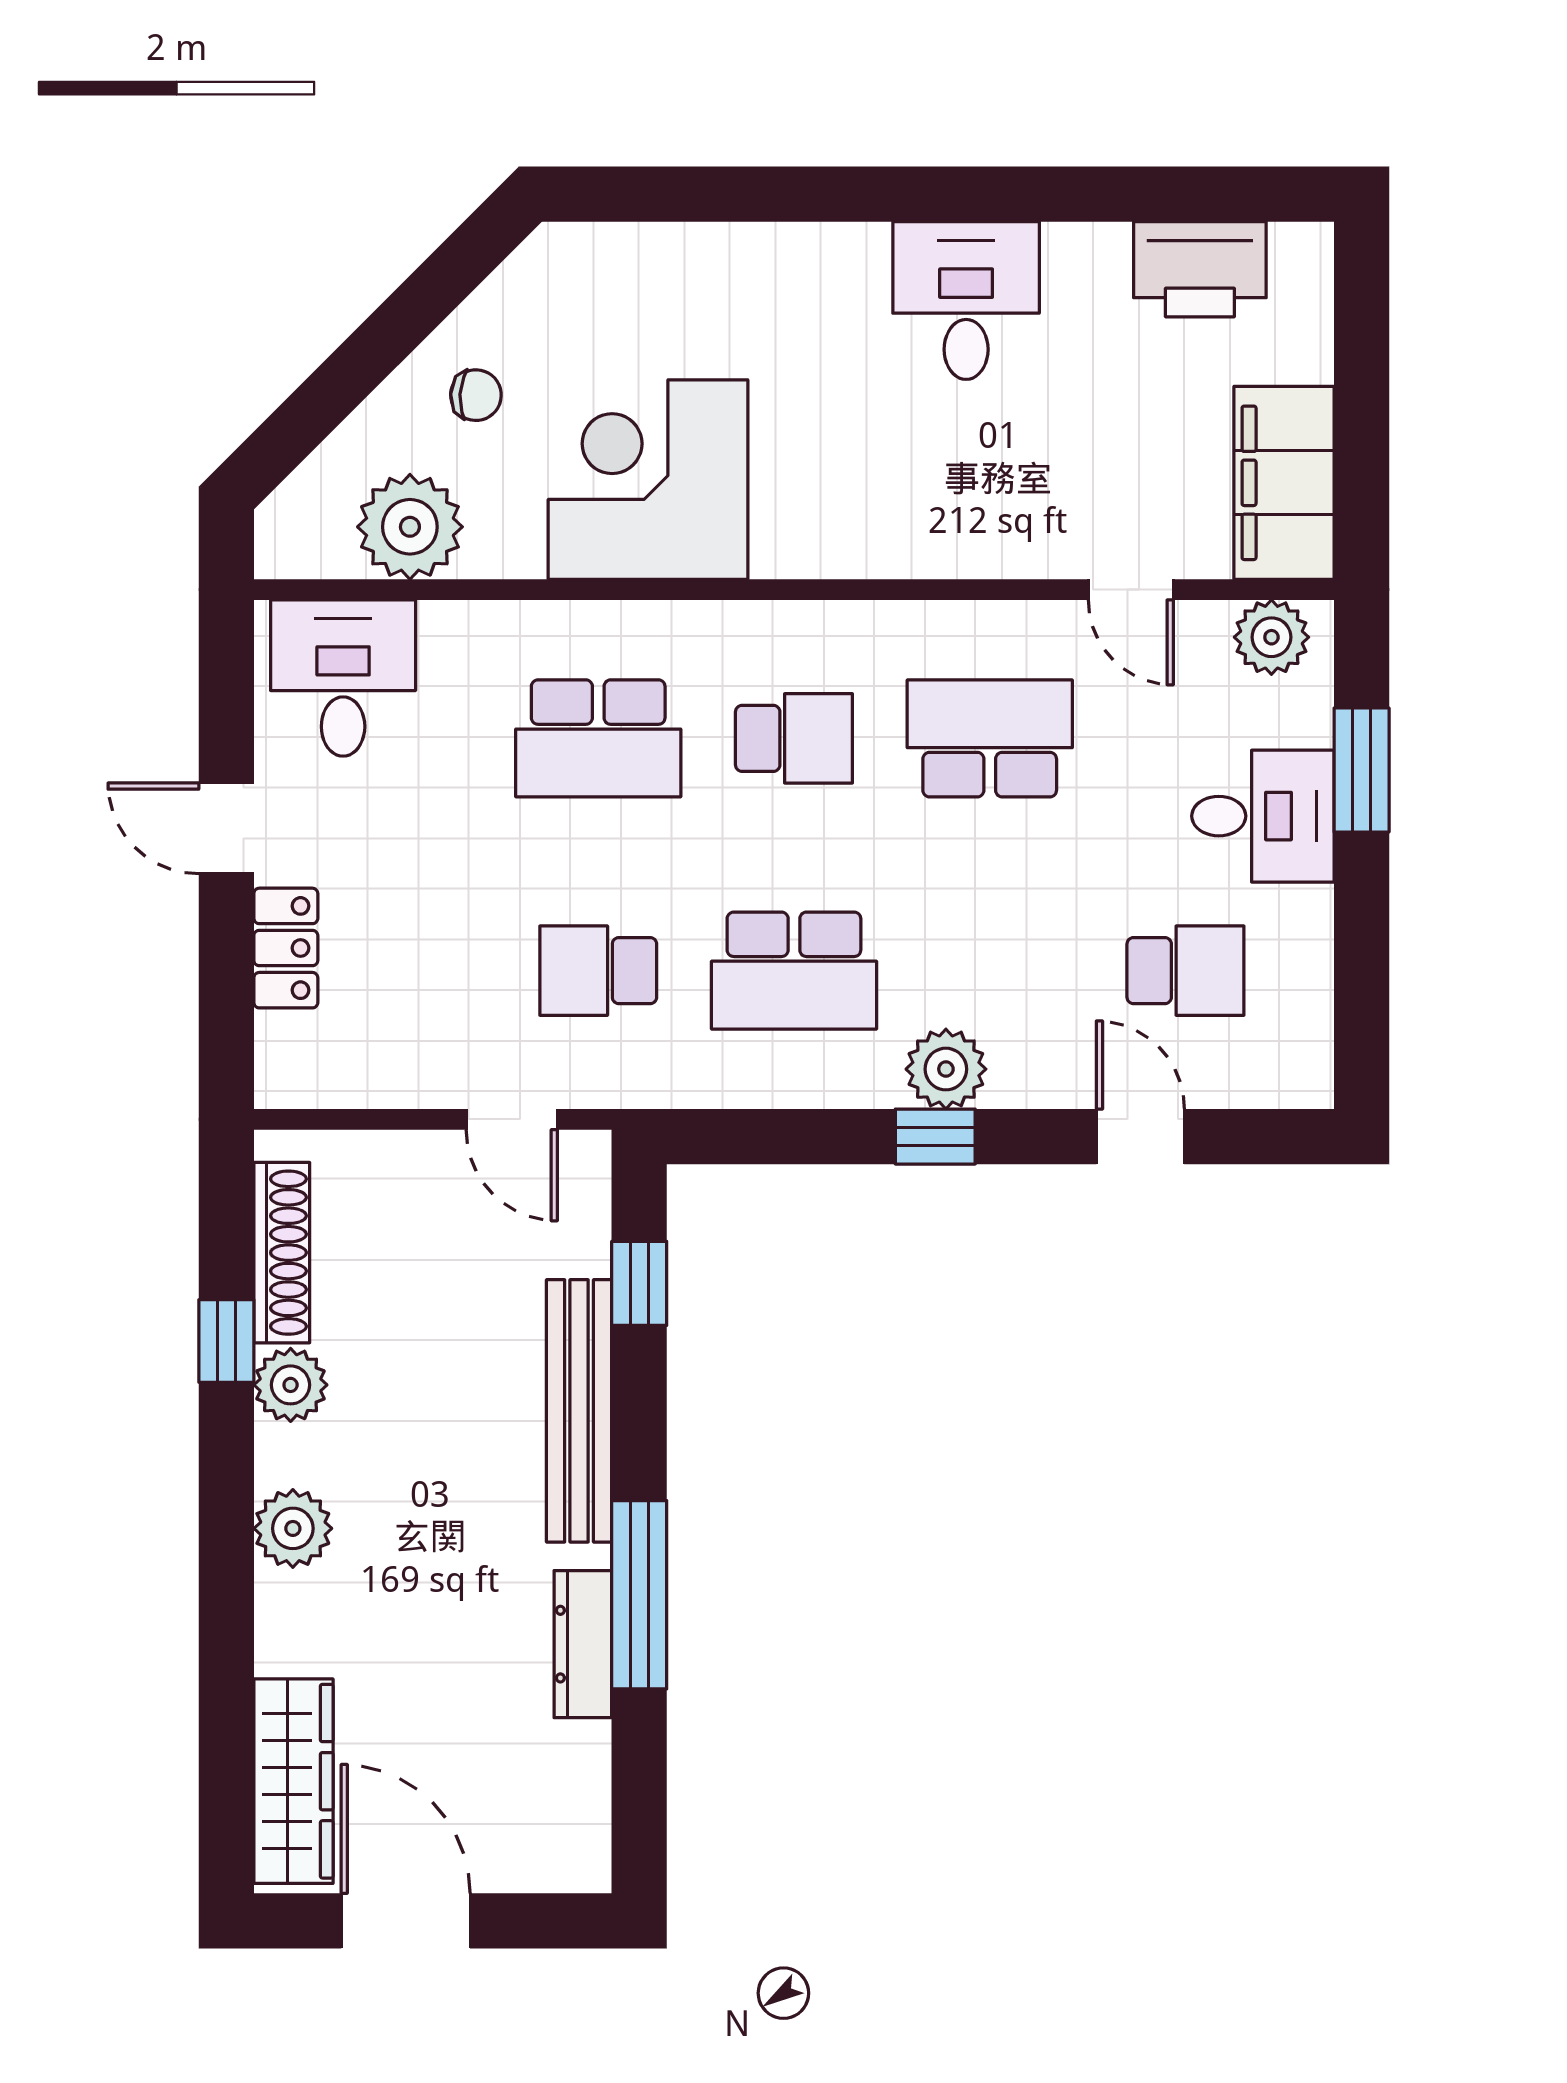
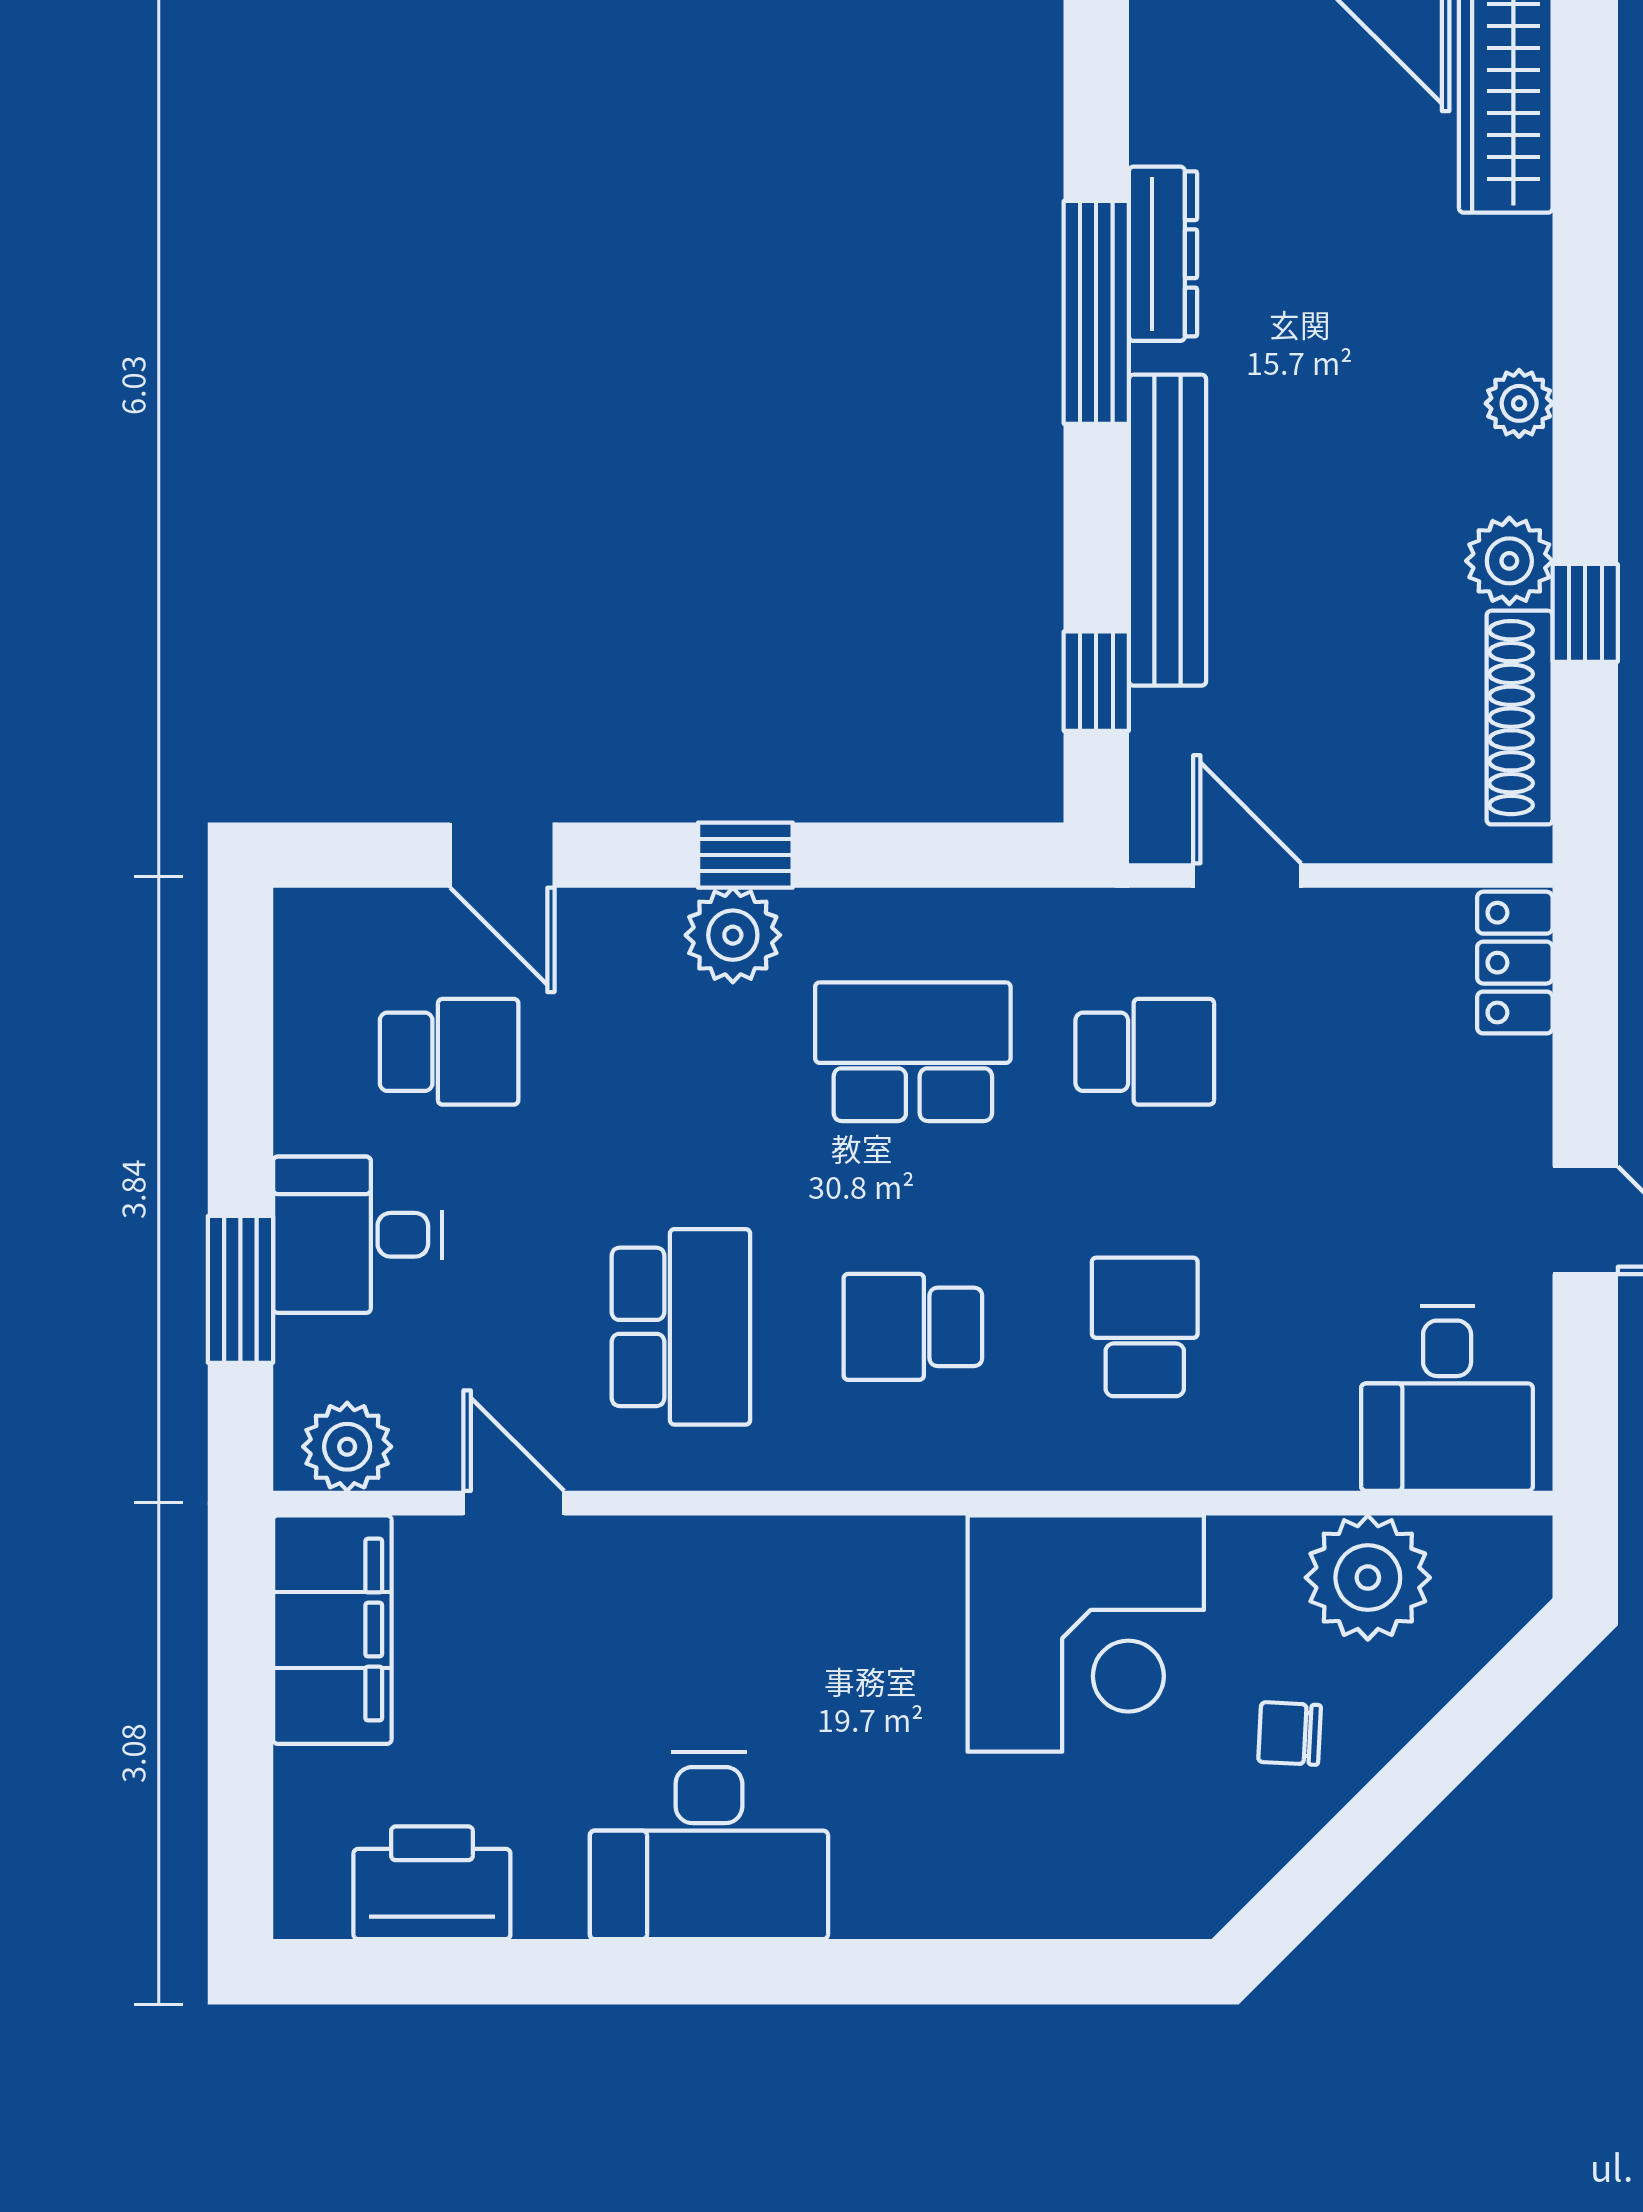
desk: (966, 301) -> (709, 1846), width x1.37
school desk: (598, 738) -> (1145, 1327), width x0.54
school desk: (990, 738) -> (681, 1327), turned -90
locker: (286, 948) -> (1515, 963), moved
school desk: (1185, 971) -> (449, 1052), turned 180
plant: (293, 1528) -> (1519, 403), width x0.73, depth x0.73

